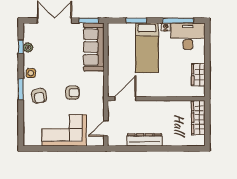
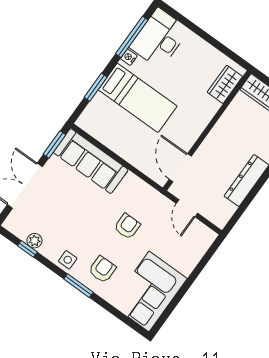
wardrobe: (198, 75) -> (225, 84), moved, turned 90
armchair: (39, 96) -> (102, 269), turned -80
door: (106, 128) -> (187, 208), moved
corner sofa: (64, 130) -> (149, 291), moved

